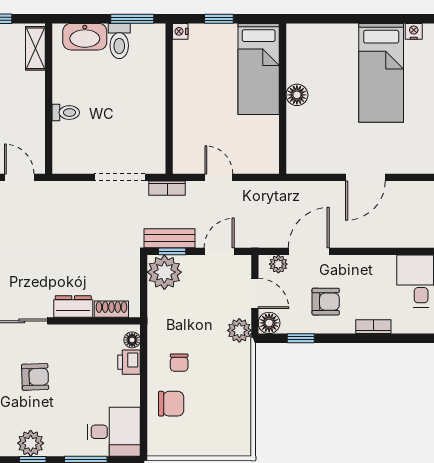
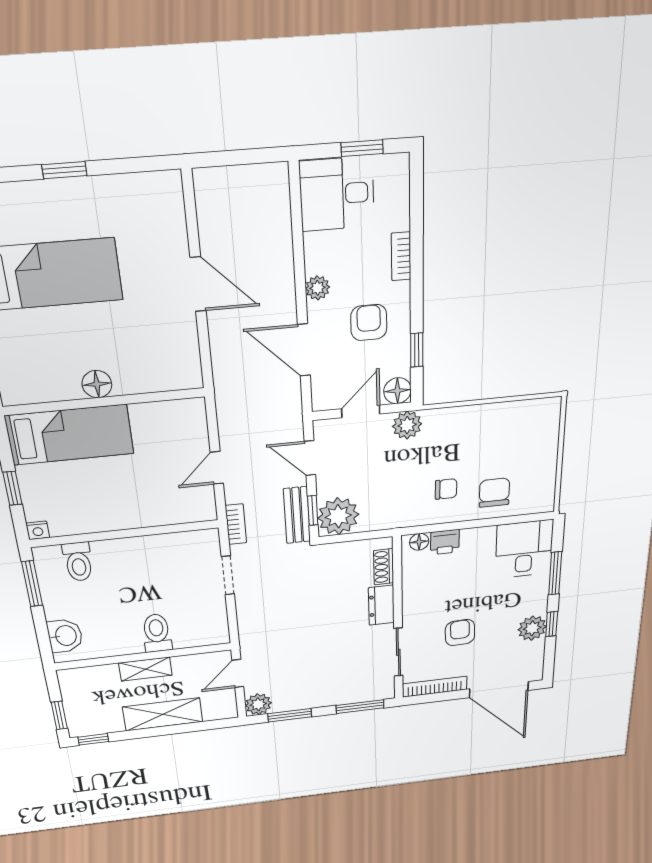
washbasin: (85, 37) -> (65, 636), width x0.72
toilet: (119, 41) -> (78, 562), moved, turned 90
shelving: (35, 48) -> (145, 669), moved
toilet: (66, 113) -> (157, 633), width x1.37, depth x1.39
doorway: (120, 177) -> (228, 575), width x0.73
plant: (278, 264) -> (318, 288), moved

